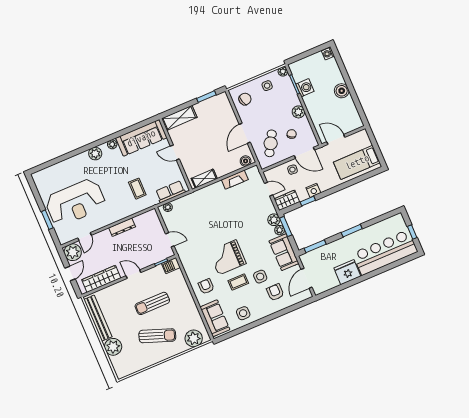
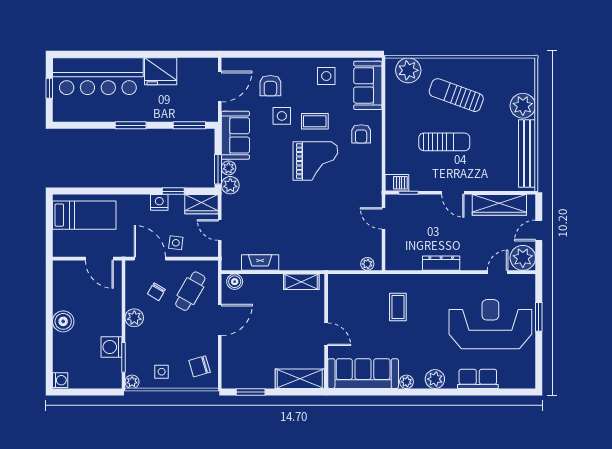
row of seats: (170, 192) -> (478, 379), moved, turned 180

